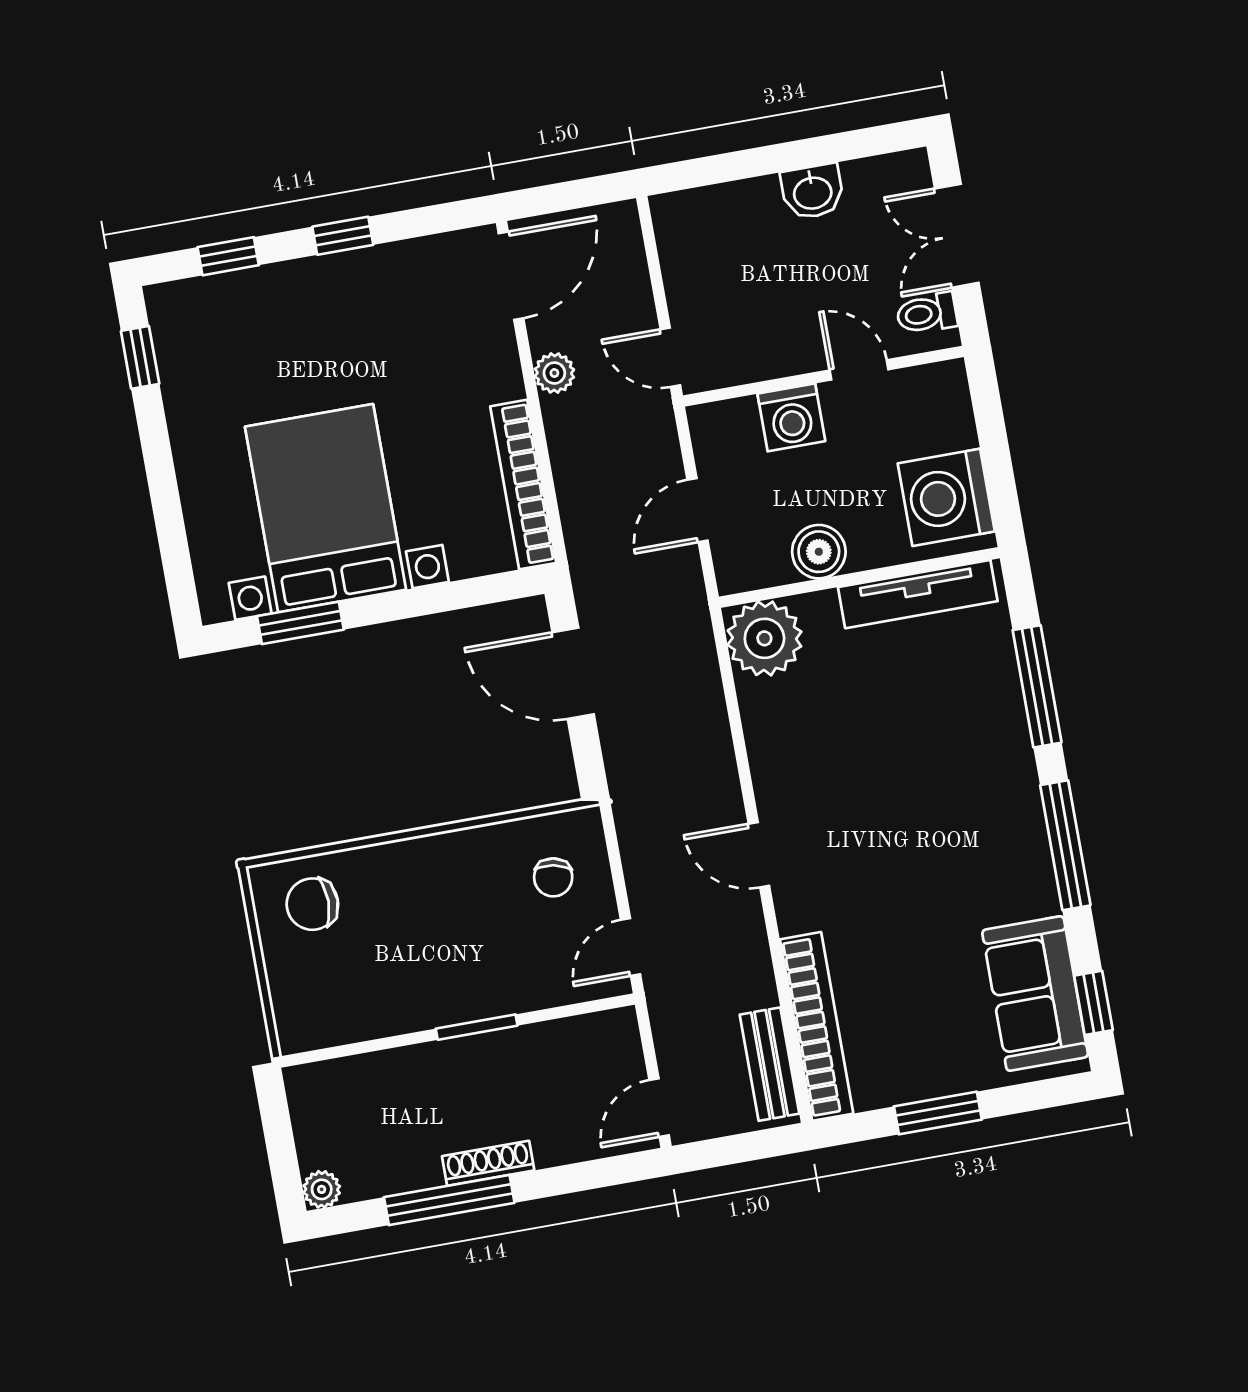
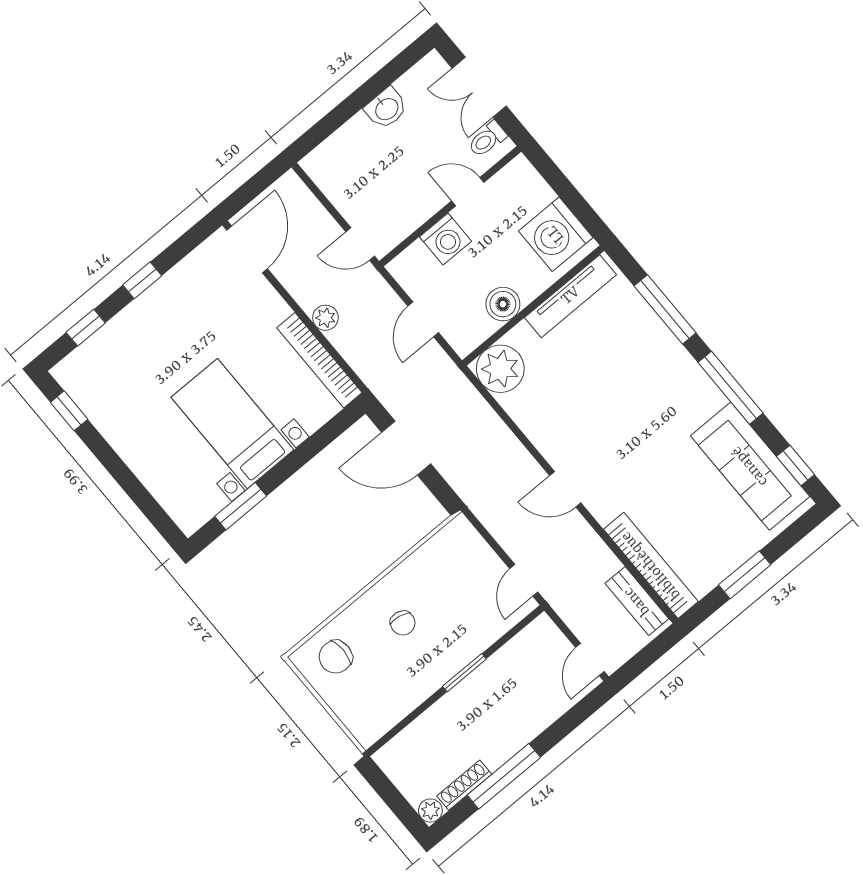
plant: (554, 373) -> (325, 318), moved
bed with nightstands: (326, 508) -> (232, 424), width x0.73
chair: (553, 877) -> (403, 623), moved
sofa: (1035, 994) -> (750, 466), width x1.36
shoe rack: (488, 1163) -> (464, 785), moved

